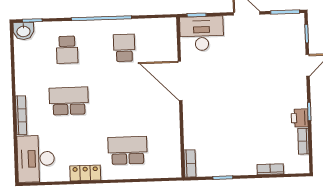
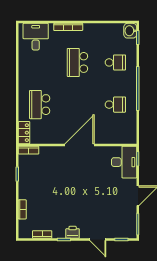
school desk: (67, 50) -> (115, 62), turned 180
door: (180, 81) -> (80, 145), moved
school desk: (69, 101) -> (77, 62), turned 180
printer: (300, 118) -> (73, 232), moved
school desk: (128, 150) -> (40, 105), turned 180
desk: (36, 159) -> (36, 37), width x0.73
locker: (85, 173) -> (24, 133), moved

